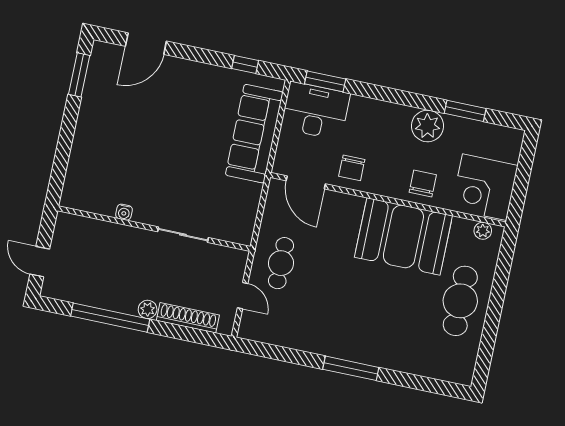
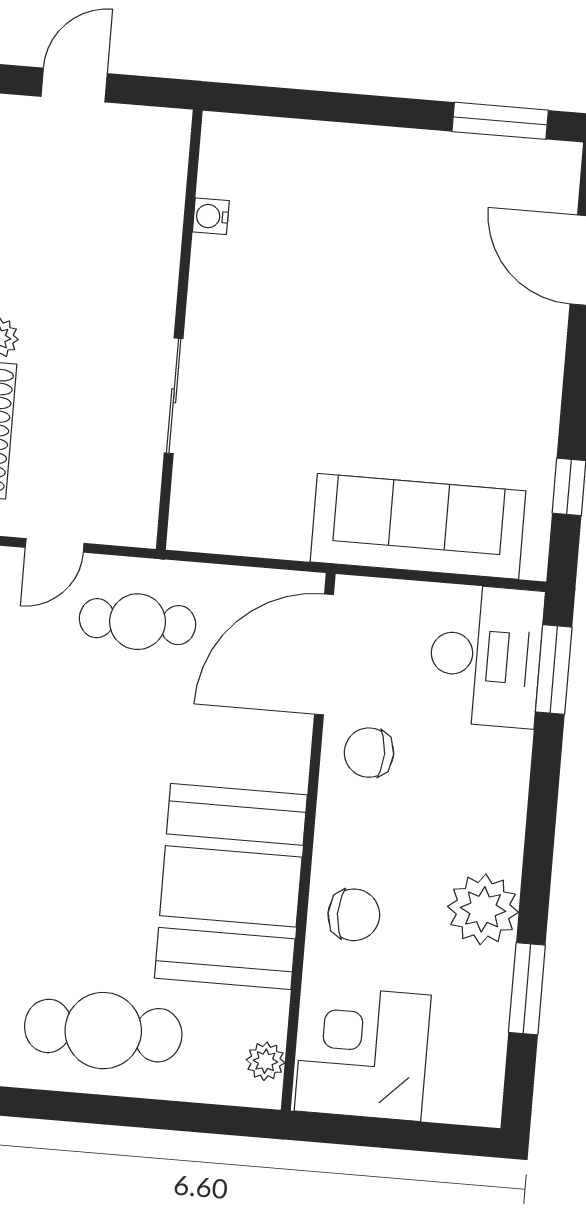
door: (306, 182) -> (324, 654), width x1.36
water cooler: (124, 212) -> (211, 216), moved

